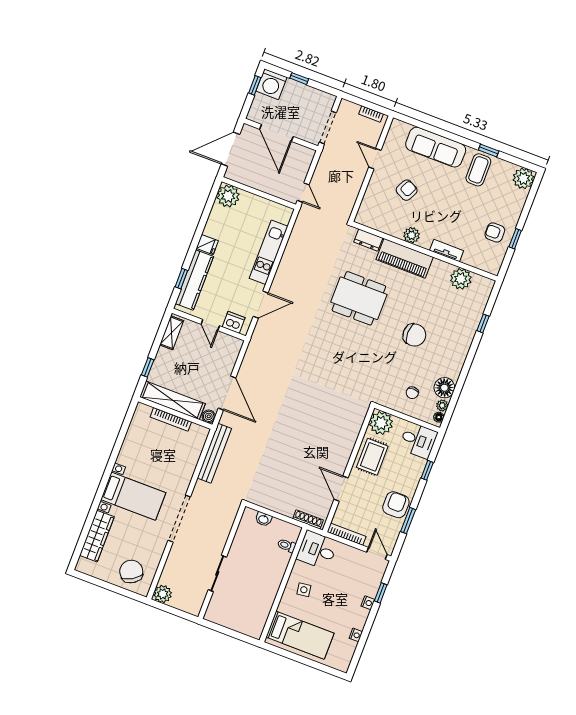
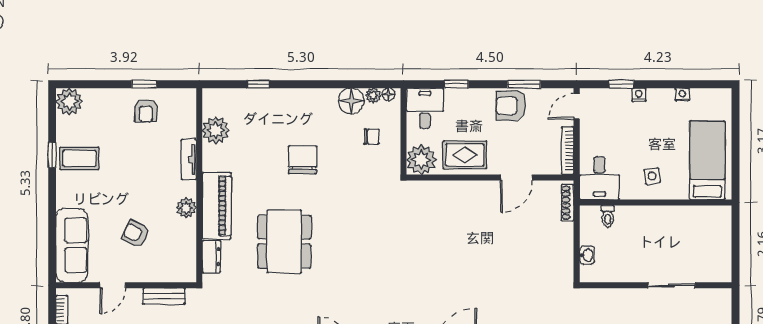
sofa: (436, 147) -> (72, 245), moved
bench: (352, 194) -> (164, 296), added

